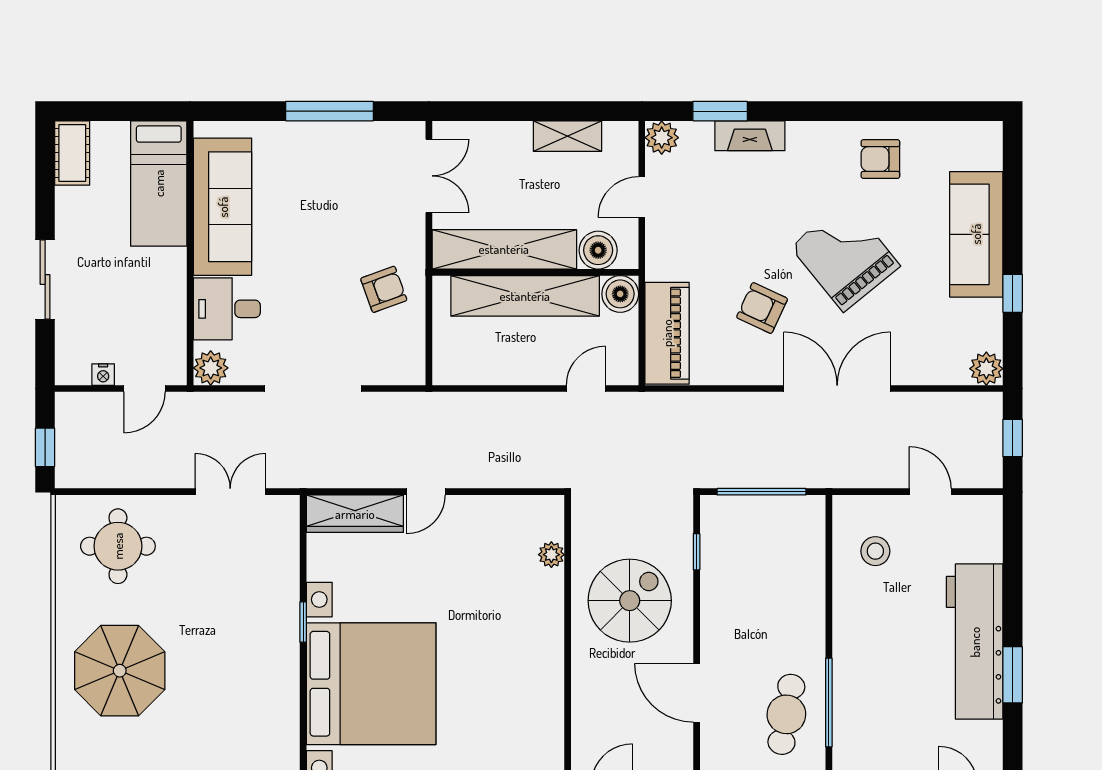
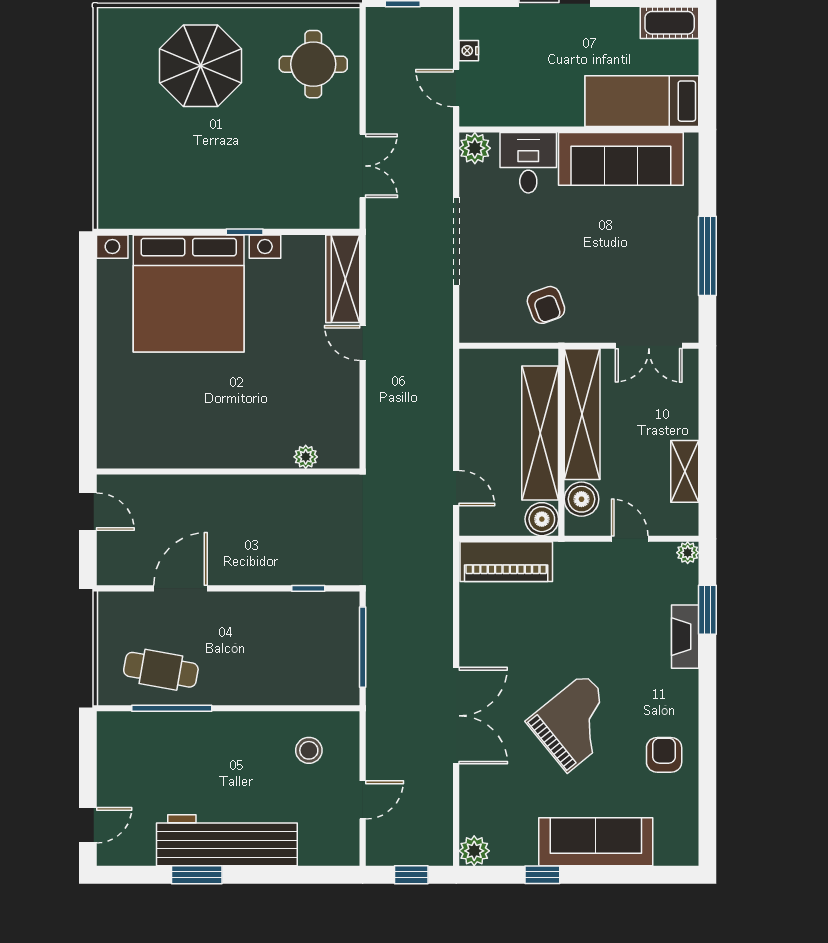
plant: (662, 138) -> (688, 553), width x0.73, depth x0.73
armchair: (762, 308) -> (529, 648), removed
spiral stairs: (630, 601) -> (264, 528), removed

